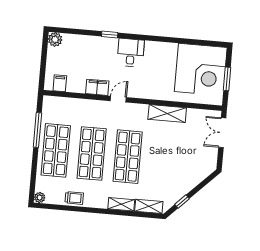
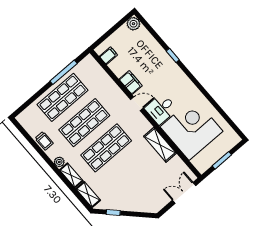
desk: (131, 53) -> (161, 109), moved, turned 180
corner desk: (201, 69) -> (191, 129), moved, turned 180
plant: (40, 197) -> (59, 162), moved

